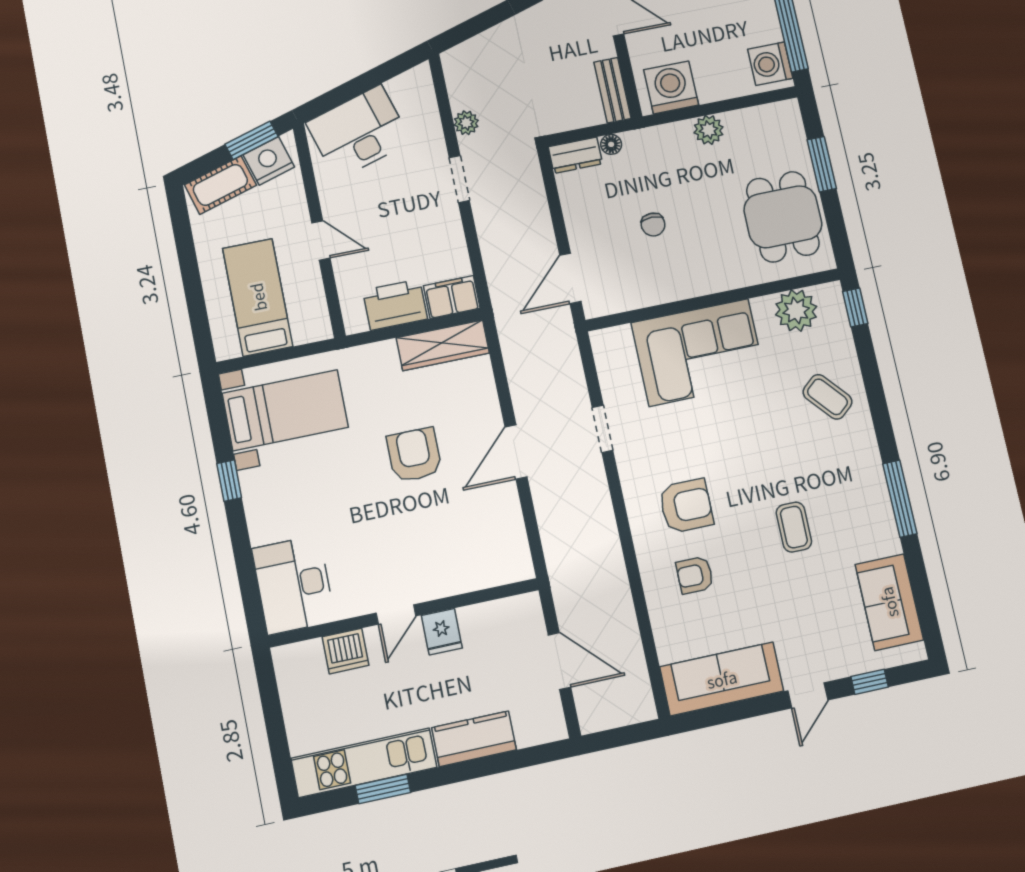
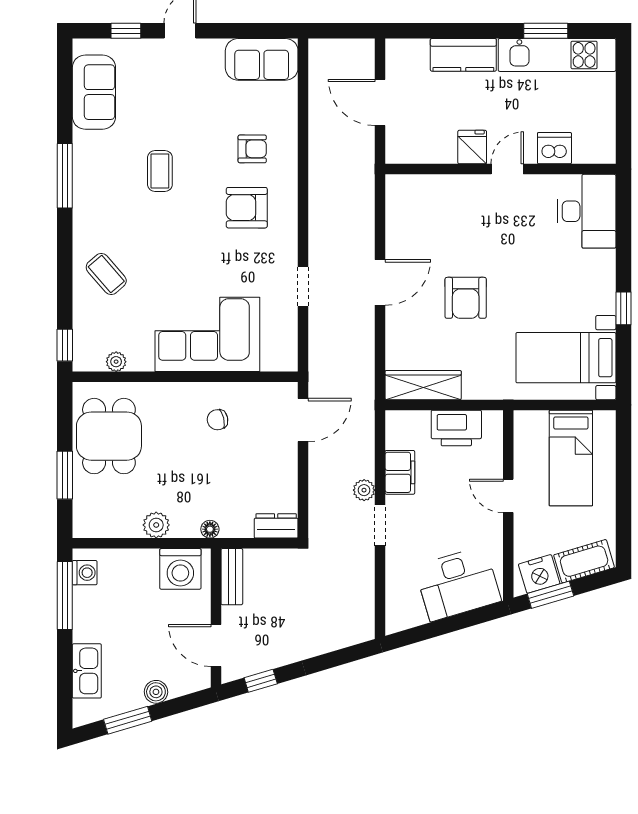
washing machine: (770, 64) -> (85, 573), width x0.73, depth x0.73
plant: (466, 123) -> (364, 490), moved
floor lamp: (611, 144) -> (210, 529), moved
chair: (653, 225) -> (218, 420), moved, turned -103
filing cabinet: (452, 297) -> (400, 472), moved, turned -90
plant: (796, 311) -> (116, 362), width x0.53, depth x0.53
sofa: (722, 679) -> (262, 59), width x0.73

